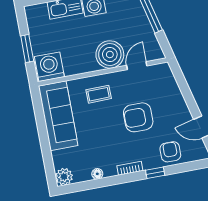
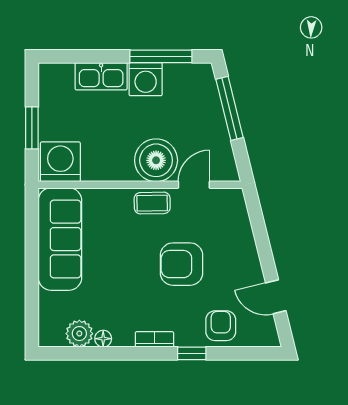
coffee table: (99, 94) -> (152, 203), moved
plant: (64, 177) -> (79, 334), moved

